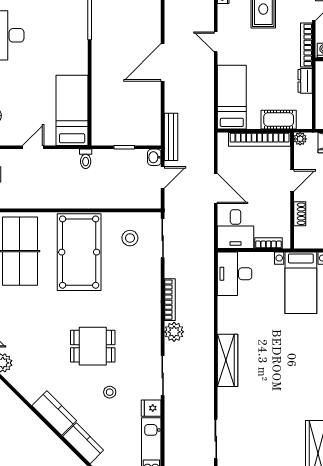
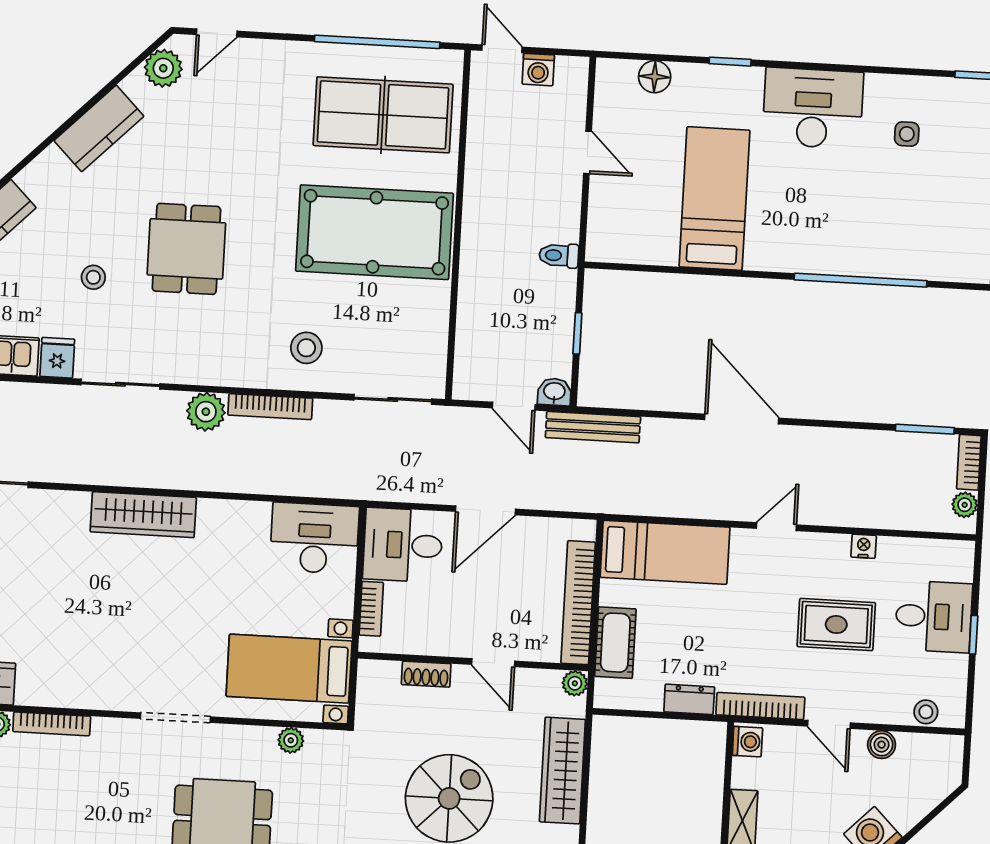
bed: (72, 110) -> (715, 198), moved, turned -90
stool: (130, 238) -> (306, 348), moved
kitchen counter: (54, 413) -> (99, 128), moved

